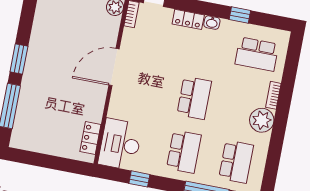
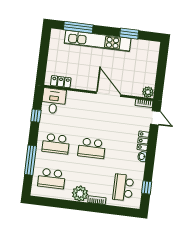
window: (240, 15) -> (147, 187), moved
window: (19, 59) -> (129, 34), moved
kitchen unit: (32, 78) -> (98, 41), added
desk: (120, 144) -> (54, 101), width x0.73

